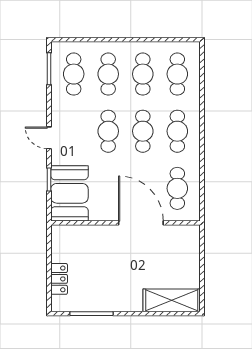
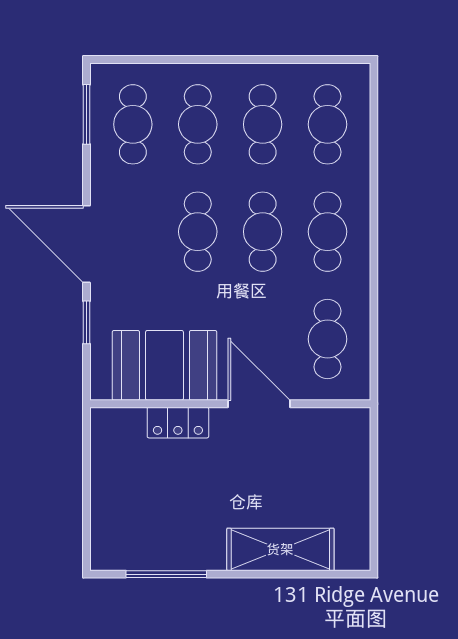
door: (49, 138) -> (86, 244), width x1.87
booth: (69, 193) -> (164, 365), moved, turned 90
door: (141, 223) -> (259, 404), width x0.73
locker: (59, 279) -> (178, 423), moved, turned 90
shelving: (172, 300) -> (280, 549), moved

